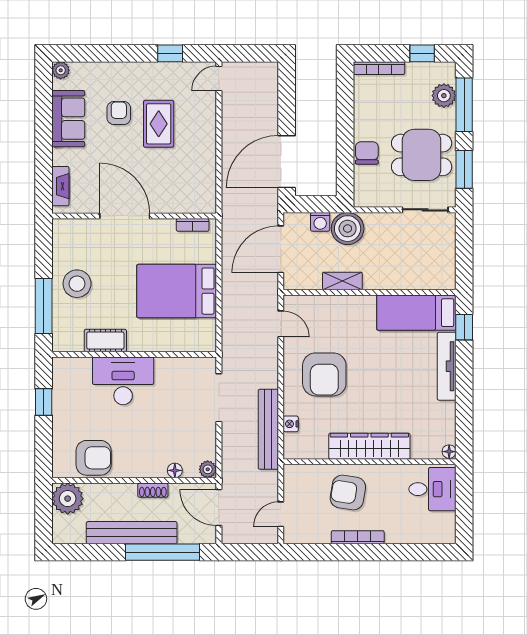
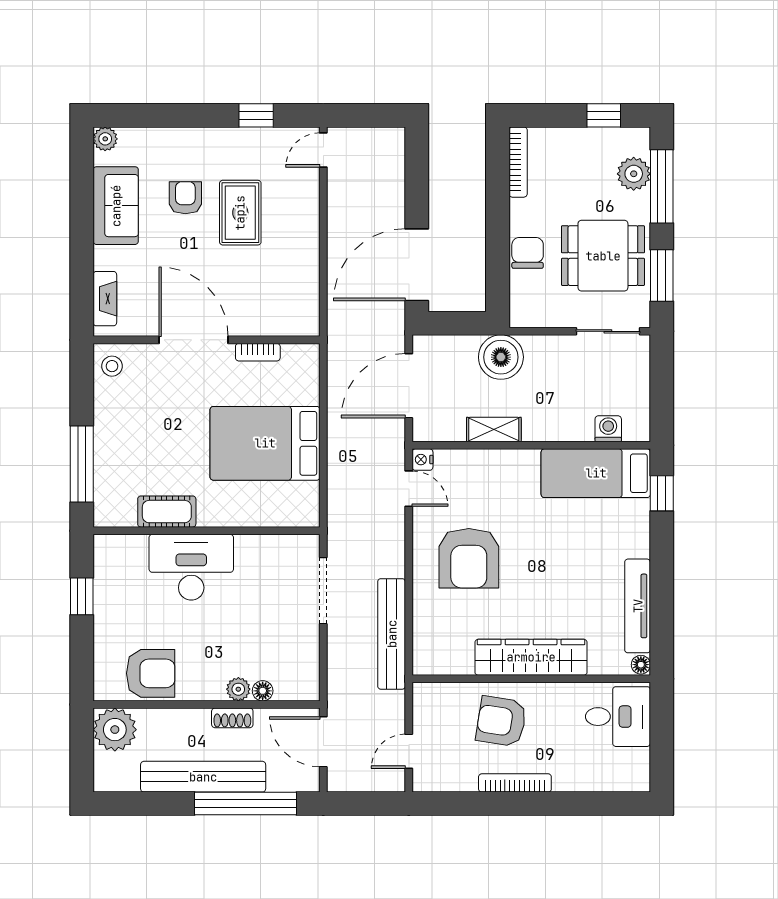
bookcase: (379, 68) -> (518, 162), moved, turned -90
washing machine: (320, 222) -> (608, 429), moved, turned 180
bookcase: (193, 225) -> (258, 352), moved
stool: (77, 284) -> (112, 366), moved, width x0.53, depth x0.53
tv unit: (447, 366) -> (638, 606), moved
nightstand: (291, 424) -> (422, 460), moved
plant: (208, 469) -> (238, 689), moved

